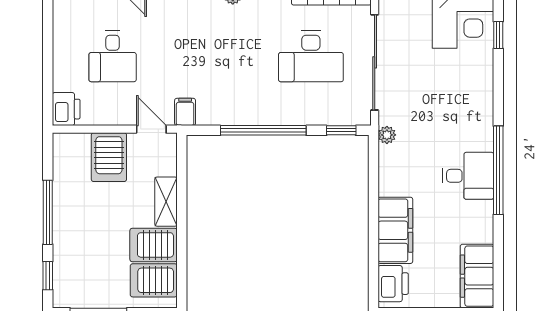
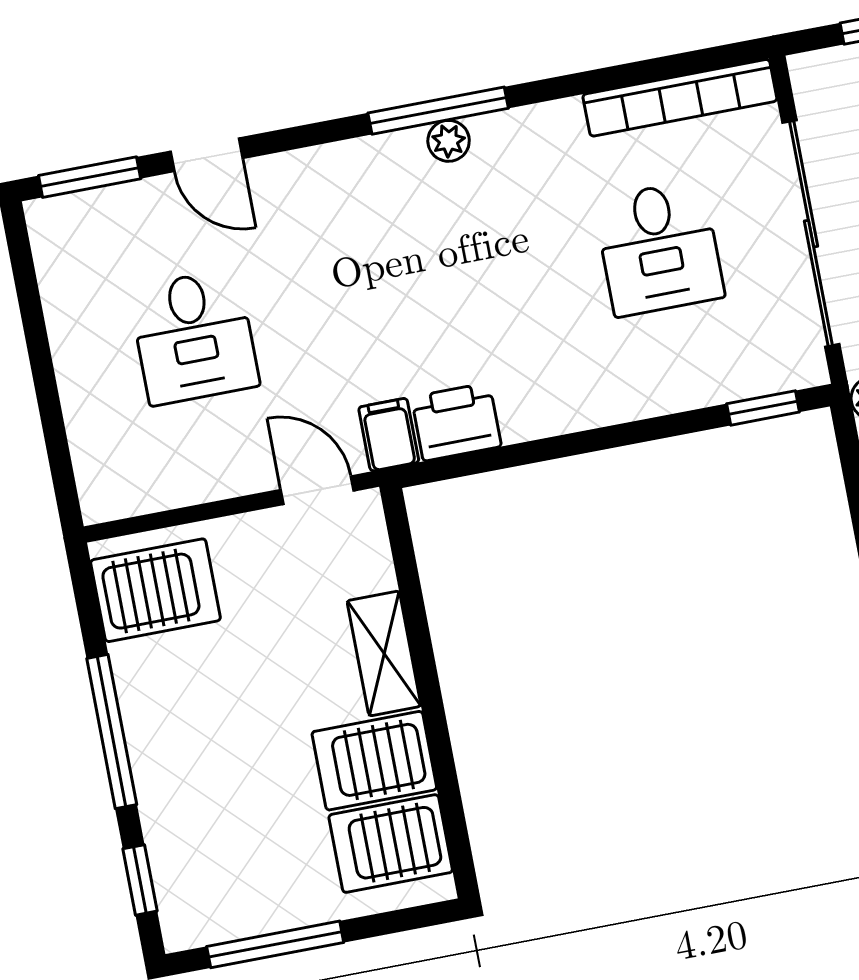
desk: (311, 56) -> (659, 248), width x0.73
printer: (66, 109) -> (456, 422), moved, turned -90
window: (263, 130) -> (580, 443), removed
server rack: (109, 157) -> (156, 590), moved, turned -90

